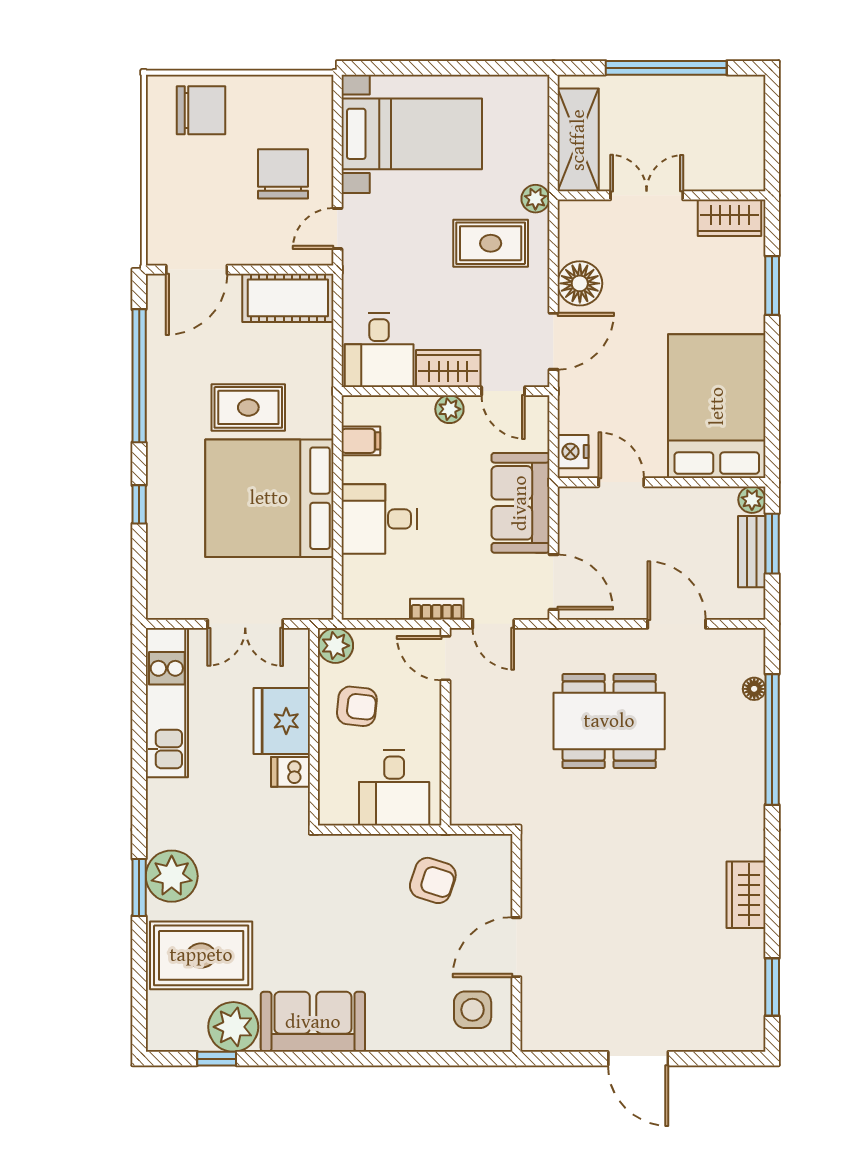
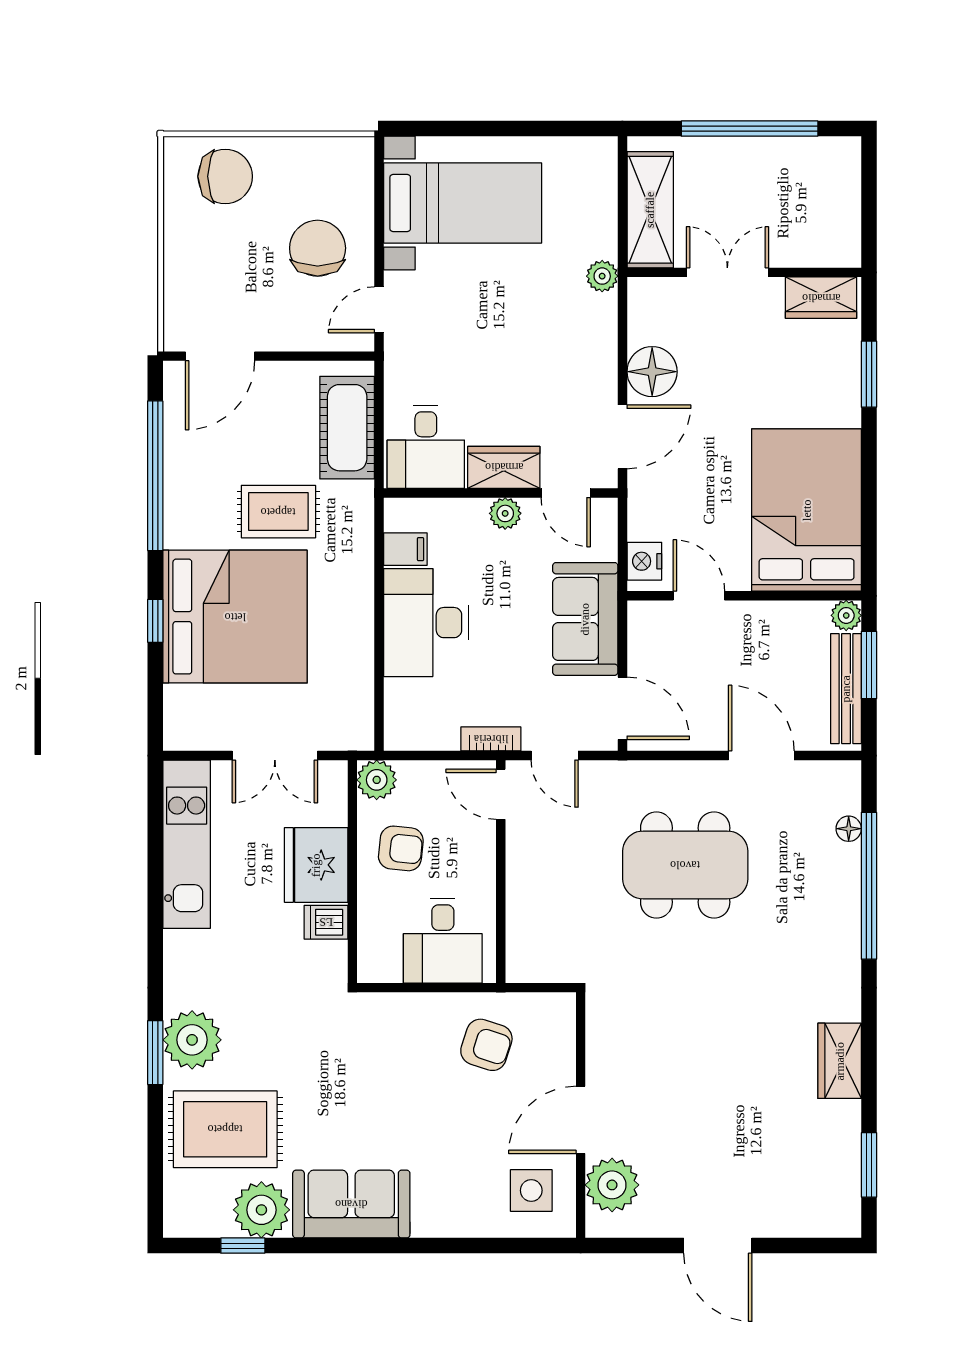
rug: (491, 243) -> (552, 326), removed
cot: (288, 298) -> (347, 428), moved, turned 90
bed: (269, 498) -> (235, 617), moved, turned 180
desk: (379, 519) -> (426, 623), width x1.37
bench: (752, 552) -> (846, 689), width x1.36
plant: (544, 1005) -> (612, 1185), added

